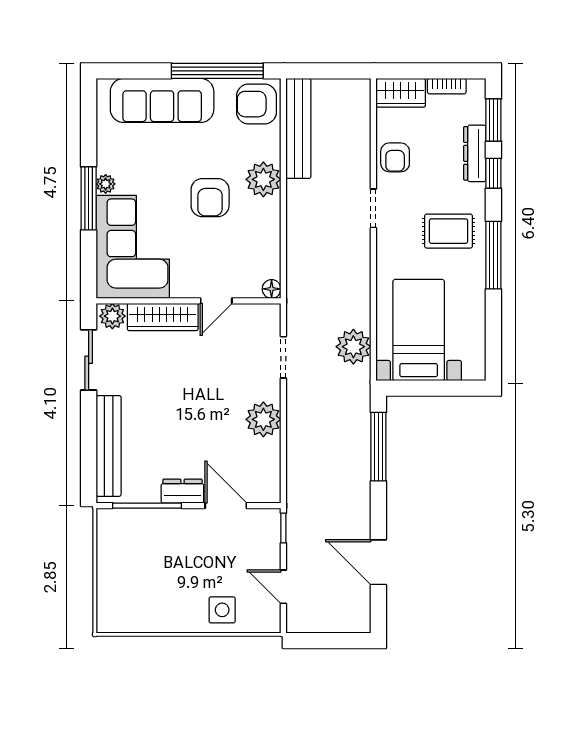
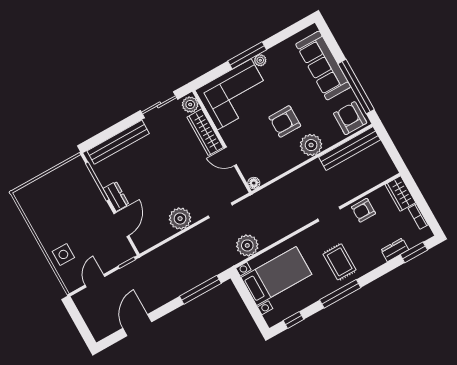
dresser: (475, 153) -> (395, 250), width x0.70
window: (493, 173) -> (293, 320), moved

